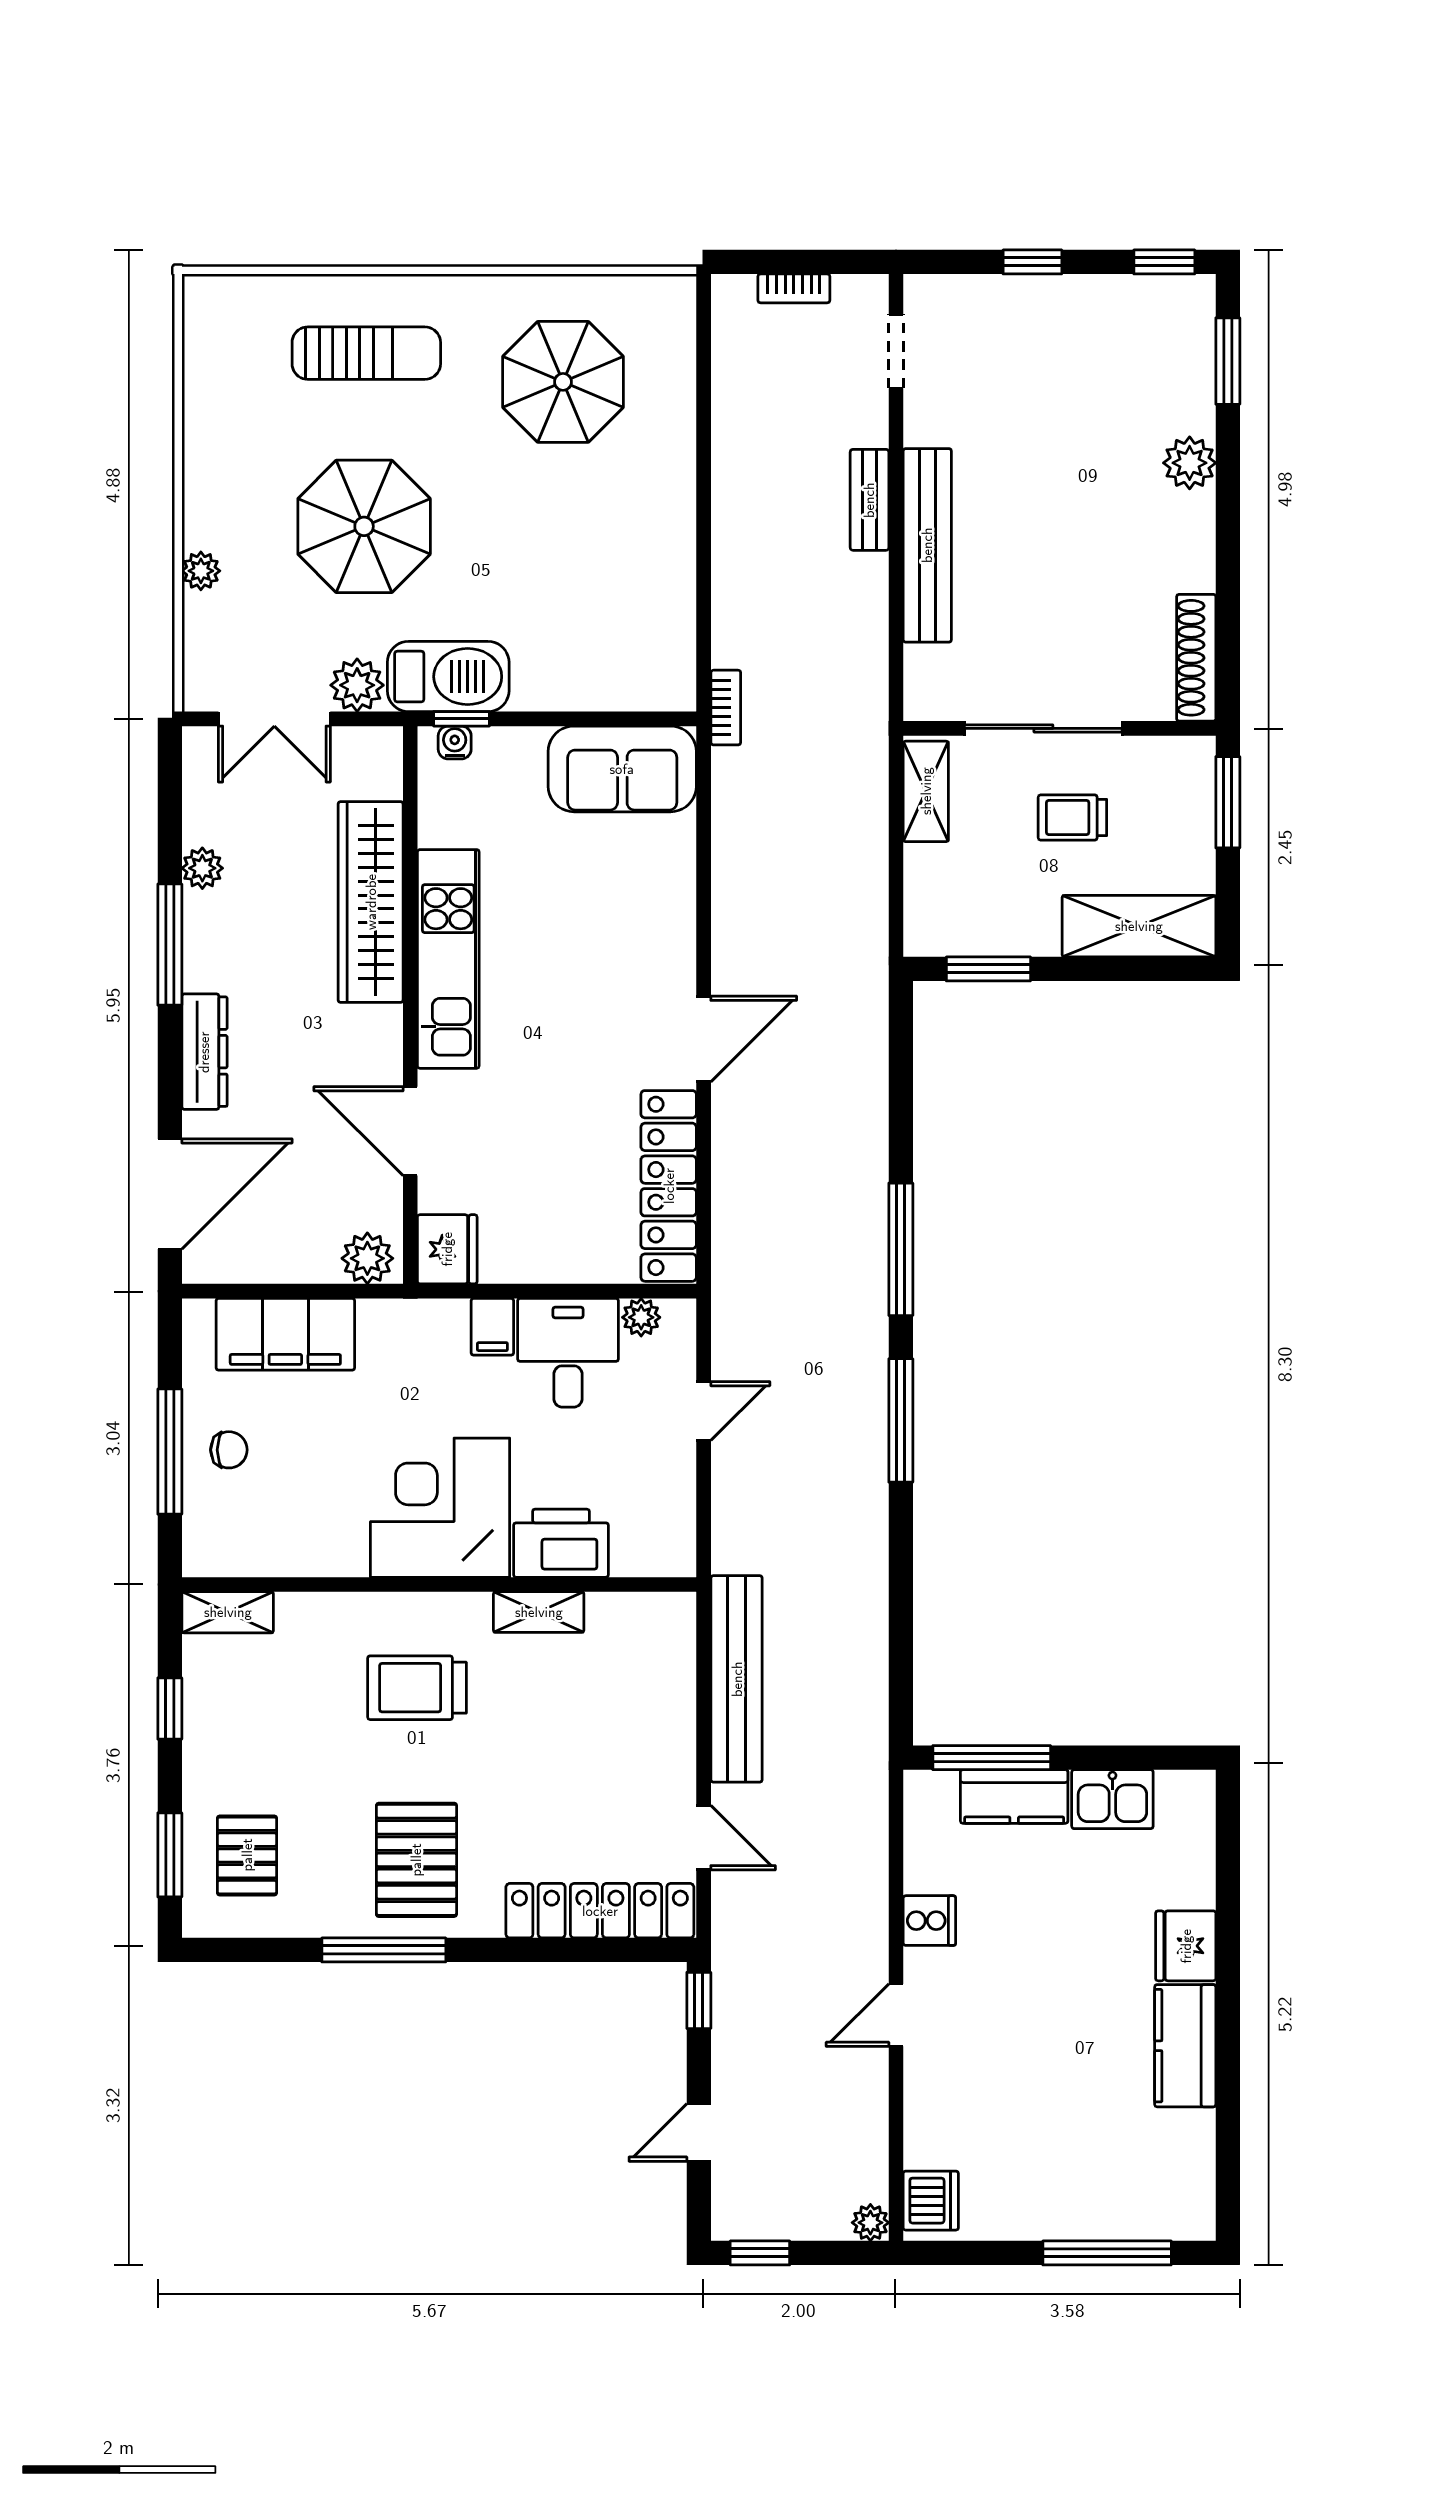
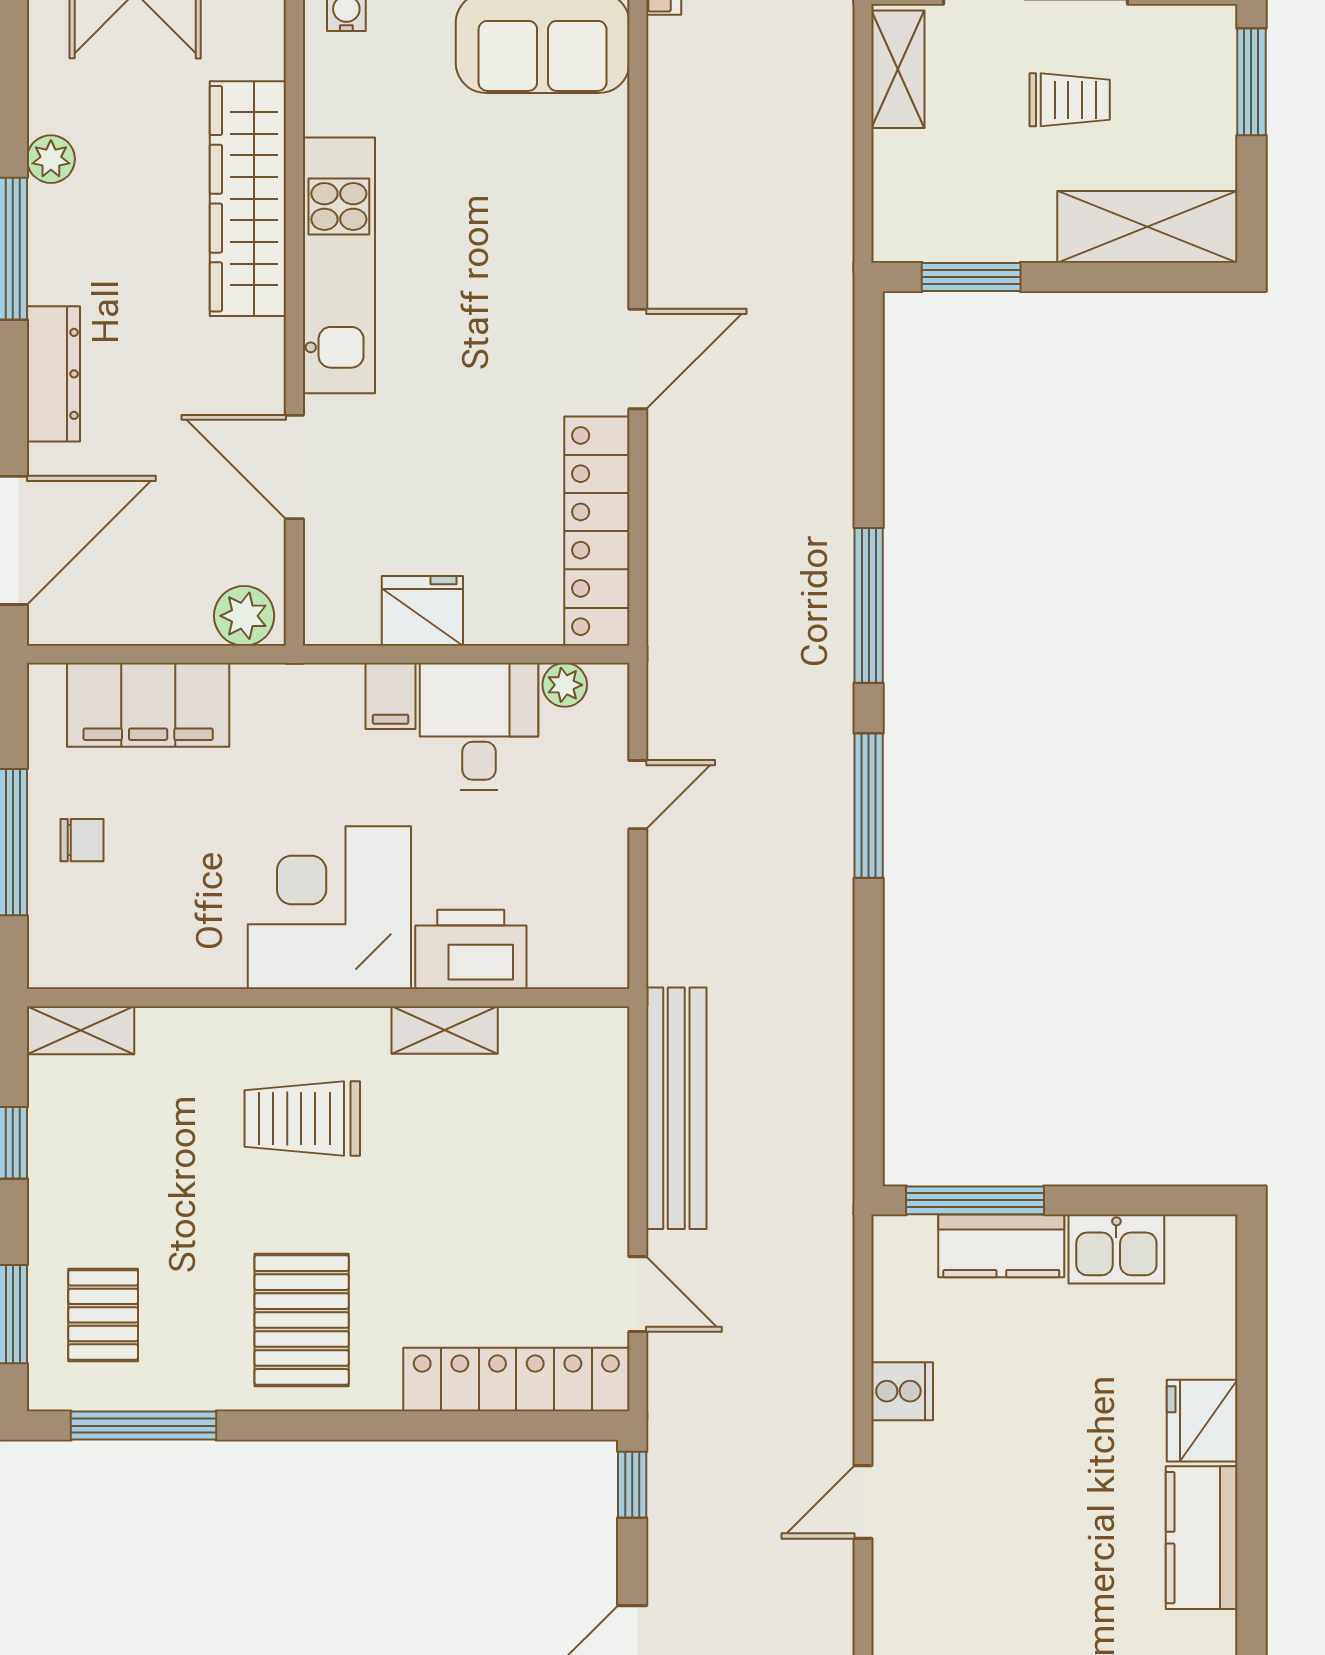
trolley: (1072, 818) -> (1070, 100), turned 180
fridge: (447, 1249) -> (422, 611), moved, turned -90
window: (384, 1950) -> (143, 1426), moved

